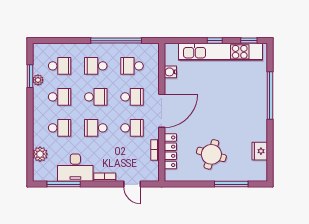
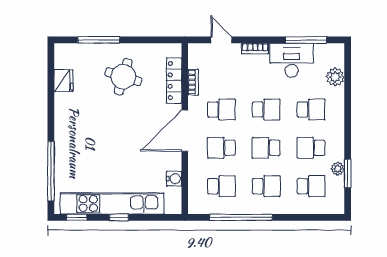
school desk: (60, 66) -> (311, 186), turned 180
window: (270, 95) -> (51, 171), moved
school desk: (60, 128) -> (311, 109), turned 180
school desk: (132, 128) -> (221, 109), turned 180

